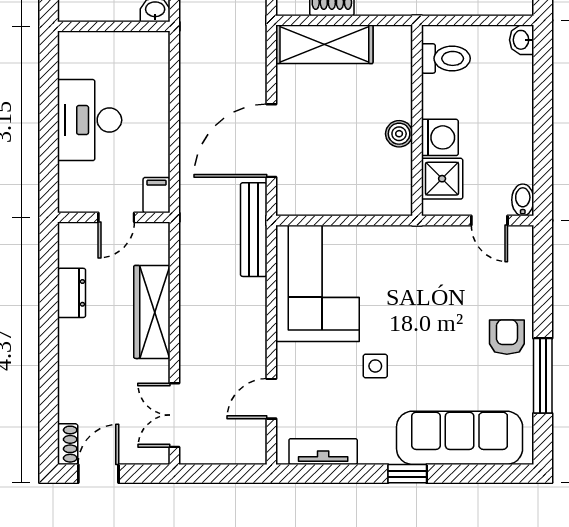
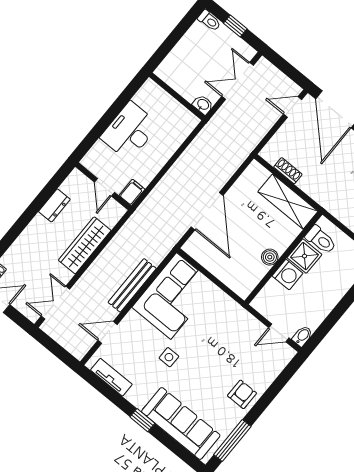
shelving: (324, 44) -> (288, 201), moved
door: (271, 141) -> (207, 211), swing flipped
shower: (442, 179) -> (304, 256), moved
door: (116, 217) -> (104, 187), hinge flipped
door: (489, 220) -> (279, 333), hinge flipped
bench: (254, 230) -> (132, 285), moved
window: (543, 376) -> (232, 441), moved

